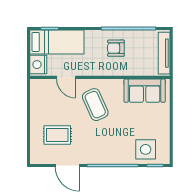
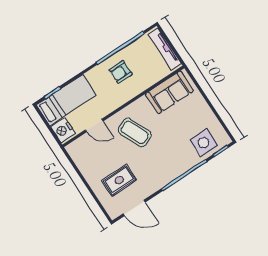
door: (67, 165) -> (134, 208), moved

